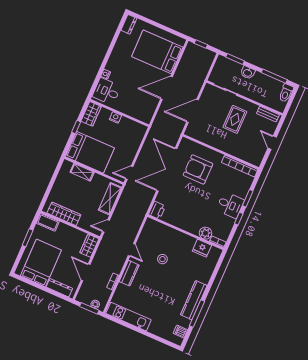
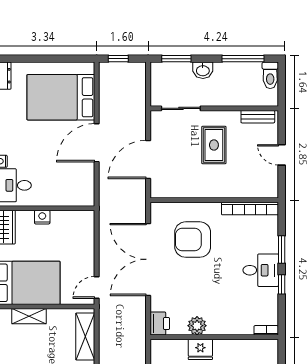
plant: (206, 233) -> (197, 326), moved
fridge: (202, 248) -> (200, 349), moved

